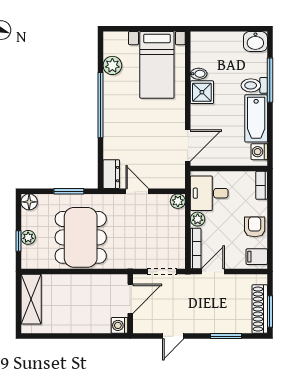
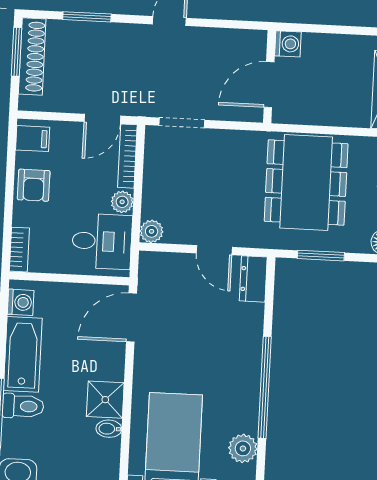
door: (130, 299) -> (269, 85), moved
wall: (130, 304) -> (269, 77), moved
washing machine: (119, 325) -> (288, 44), moved

